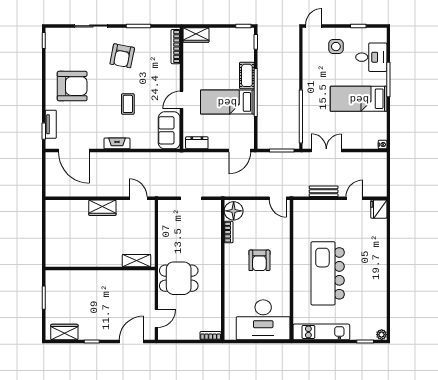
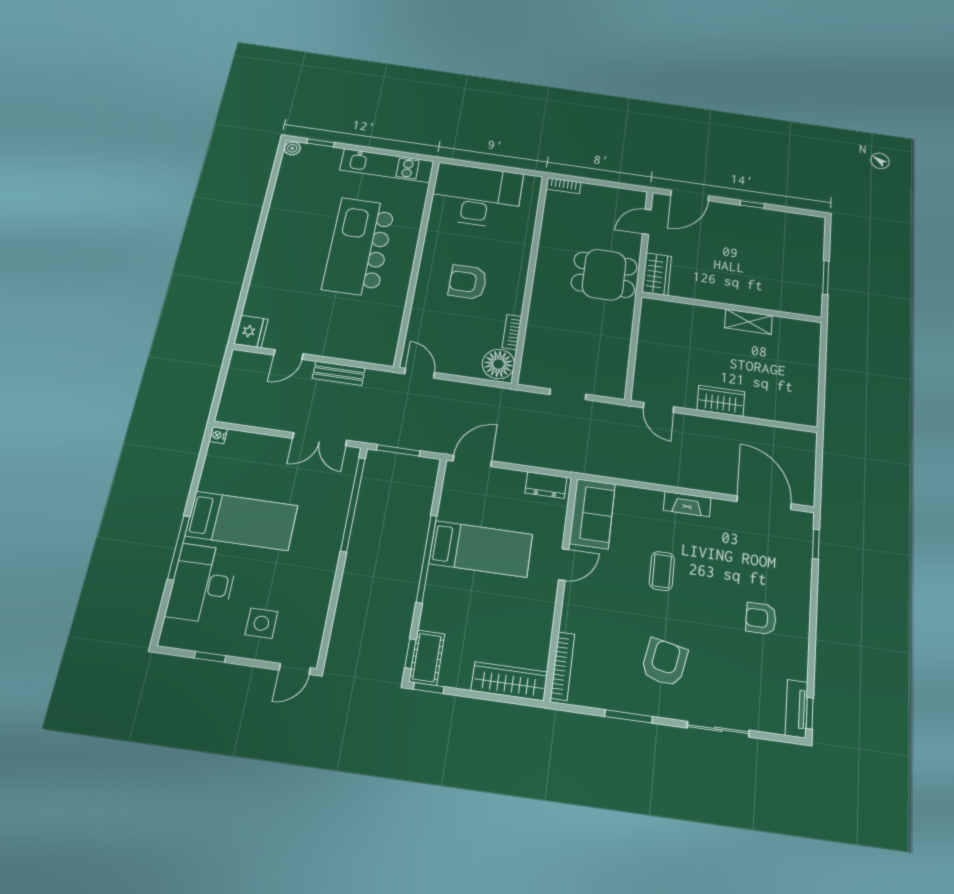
wardrobe: (196, 35) -> (509, 681), width x1.50
desk: (371, 57) -> (202, 584), width x1.37
cot: (247, 75) -> (427, 658), moved
armchair: (72, 86) -> (761, 618), width x0.53, depth x0.53
tv unit: (51, 124) -> (797, 709), moved
armchair: (259, 260) -> (468, 282), turned -90
shelving: (136, 261) -> (748, 322), moved
kitchen island: (328, 273) -> (359, 247), turned 180
wardrobe: (64, 332) -> (657, 274), moved, turned -90

